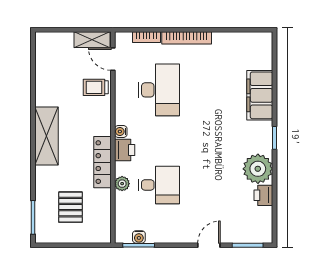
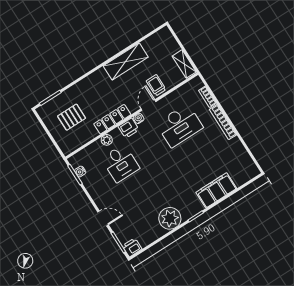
door: (113, 59) -> (148, 105), moved
shelving: (46, 136) -> (126, 61), moved
printer: (263, 195) -> (132, 247), moved

